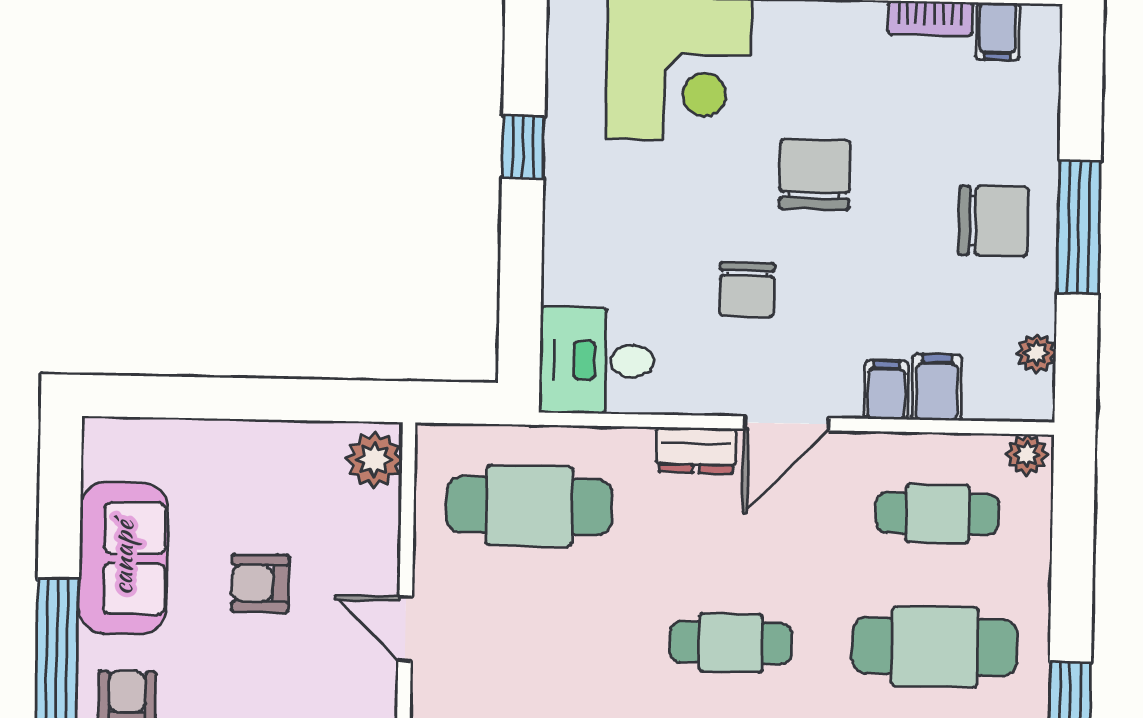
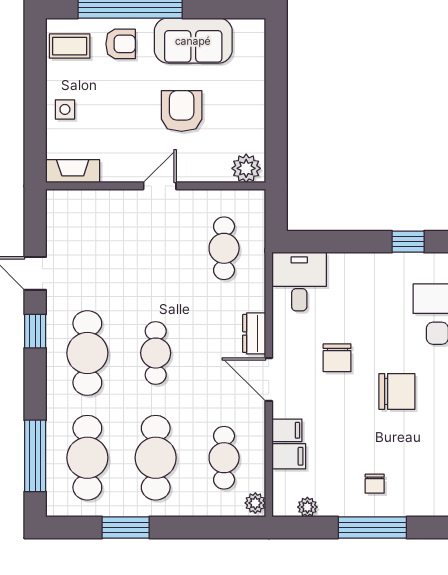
chair: (993, 221) -> (375, 484), width x0.54, depth x0.54
chair: (747, 290) -> (337, 358), turned -90
cafe table: (529, 506) -> (224, 248), width x0.73, depth x0.74
armchair: (260, 583) -> (182, 111), width x1.38, depth x1.38

